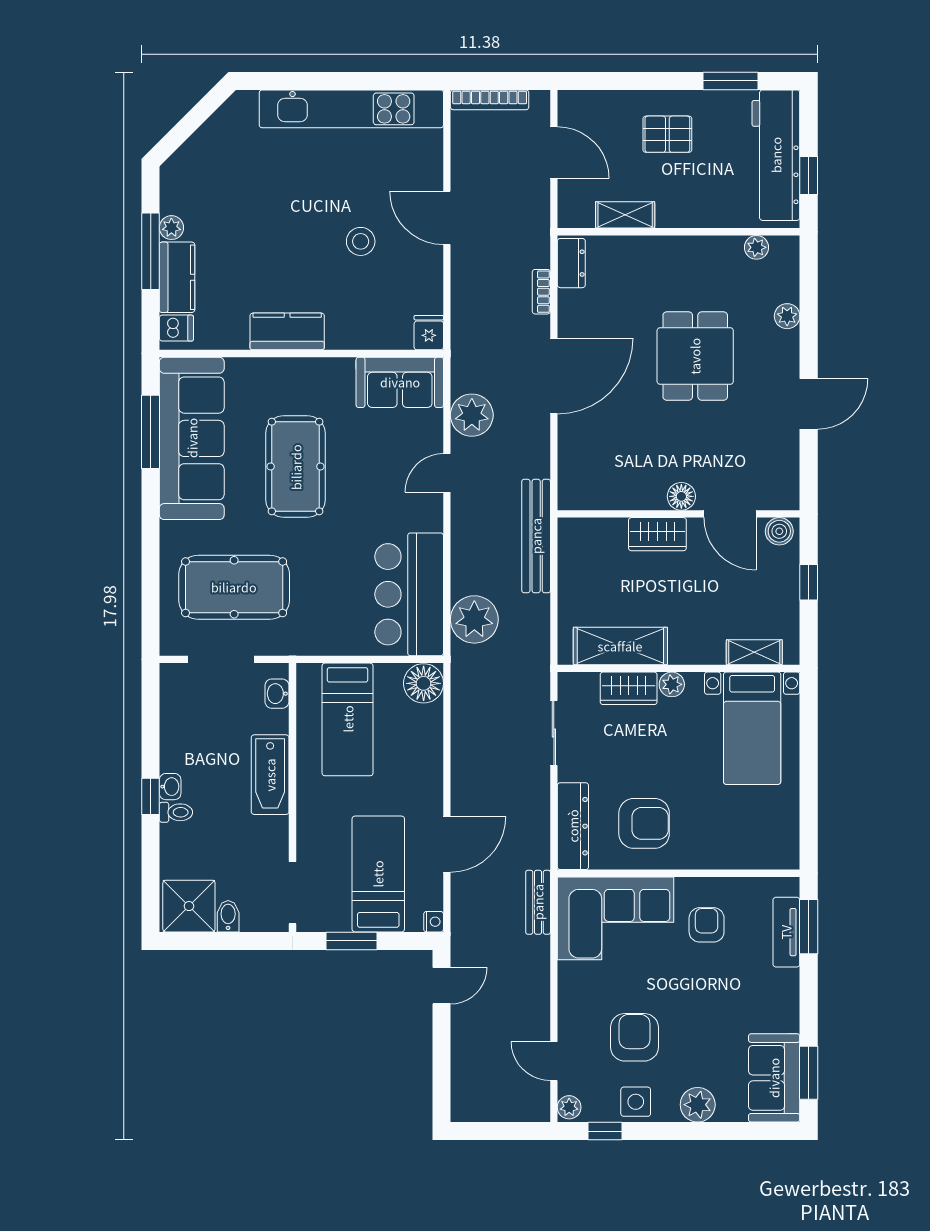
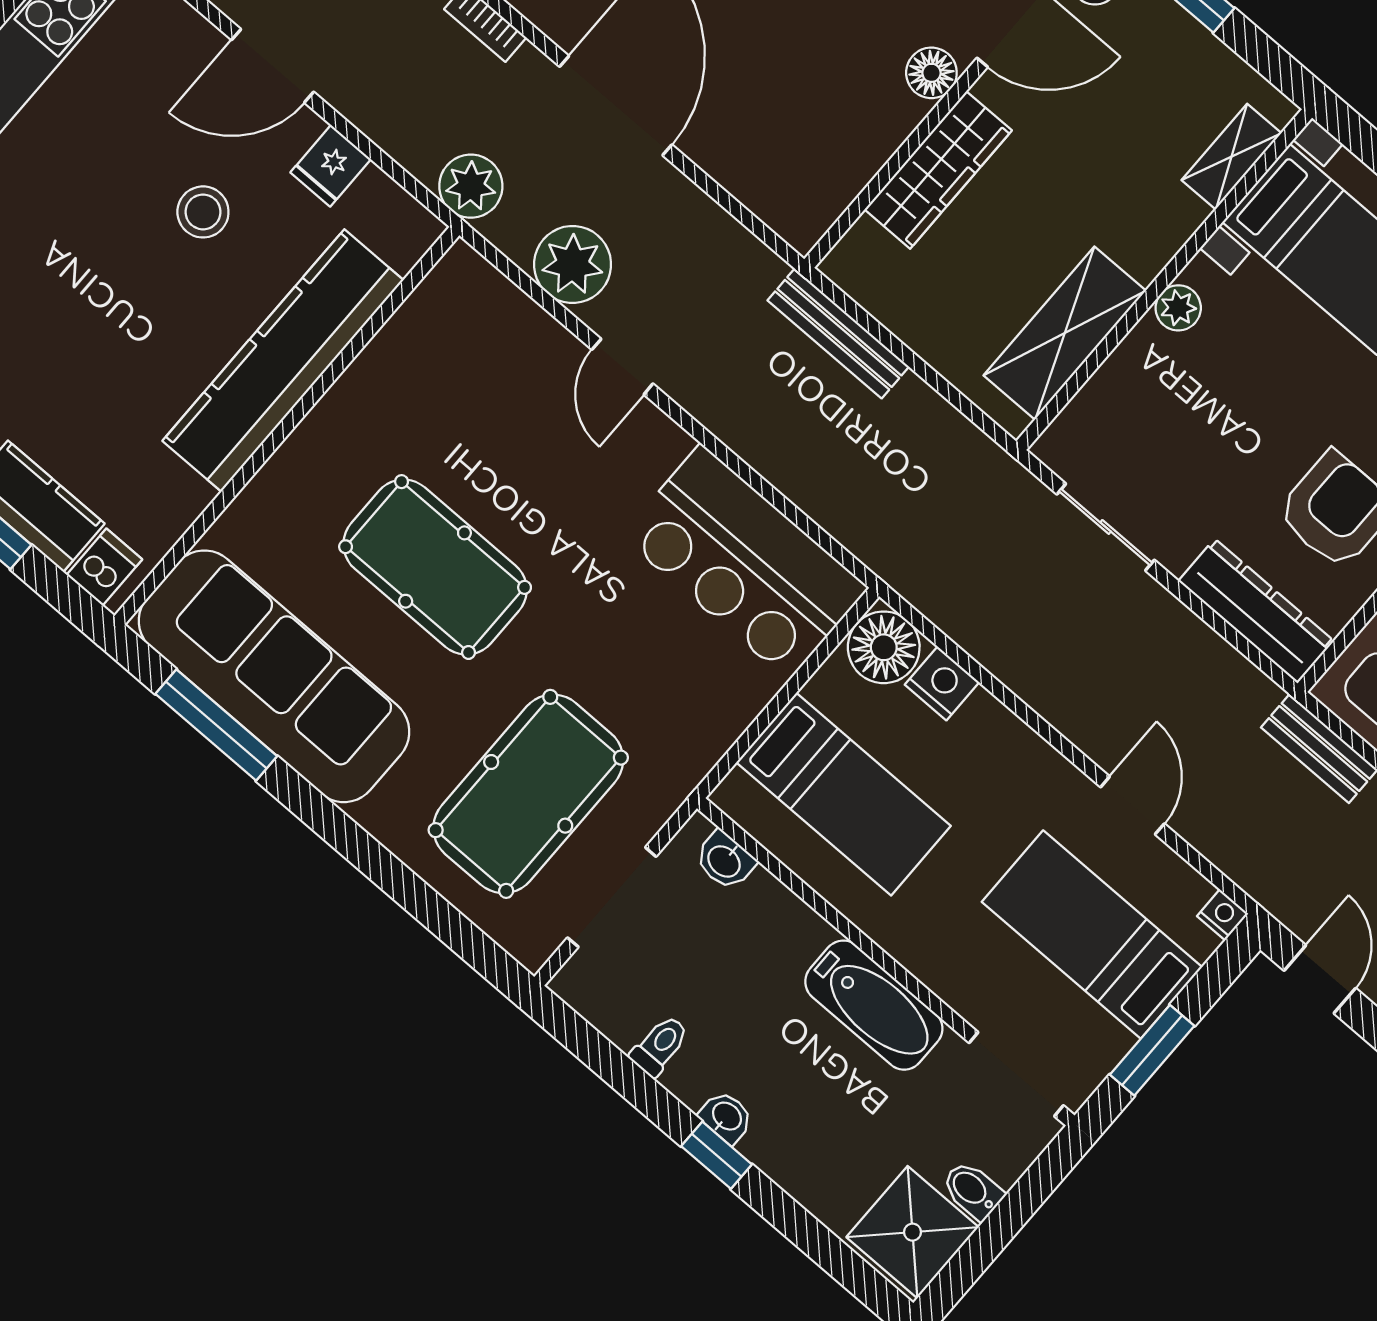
kitchen counter: (287, 331) -> (283, 360), width x2.08, depth x1.17
fridge: (429, 333) -> (331, 166), moved, turned -90
sofa: (400, 382) -> (443, 325), removed
wardrobe: (657, 534) -> (938, 170), width x1.50
bench: (536, 536) -> (838, 333), width x0.73, depth x0.82
plant: (474, 619) -> (471, 186), moved, width x0.73, depth x0.73
wardrobe: (629, 688) -> (1133, 372), removed
nightstand: (429, 721) -> (942, 683), added
bathtub: (270, 775) -> (874, 1005), moved
toilet: (176, 812) -> (660, 1046), moved
door: (447, 844) -> (1132, 805), width x0.73

